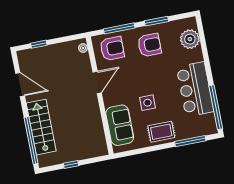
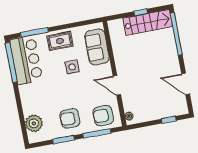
door: (97, 82) -> (117, 85), hinge flipped
bar counter: (195, 89) -> (26, 60), moved
stairs: (41, 127) -> (148, 22), moved, turned -90

